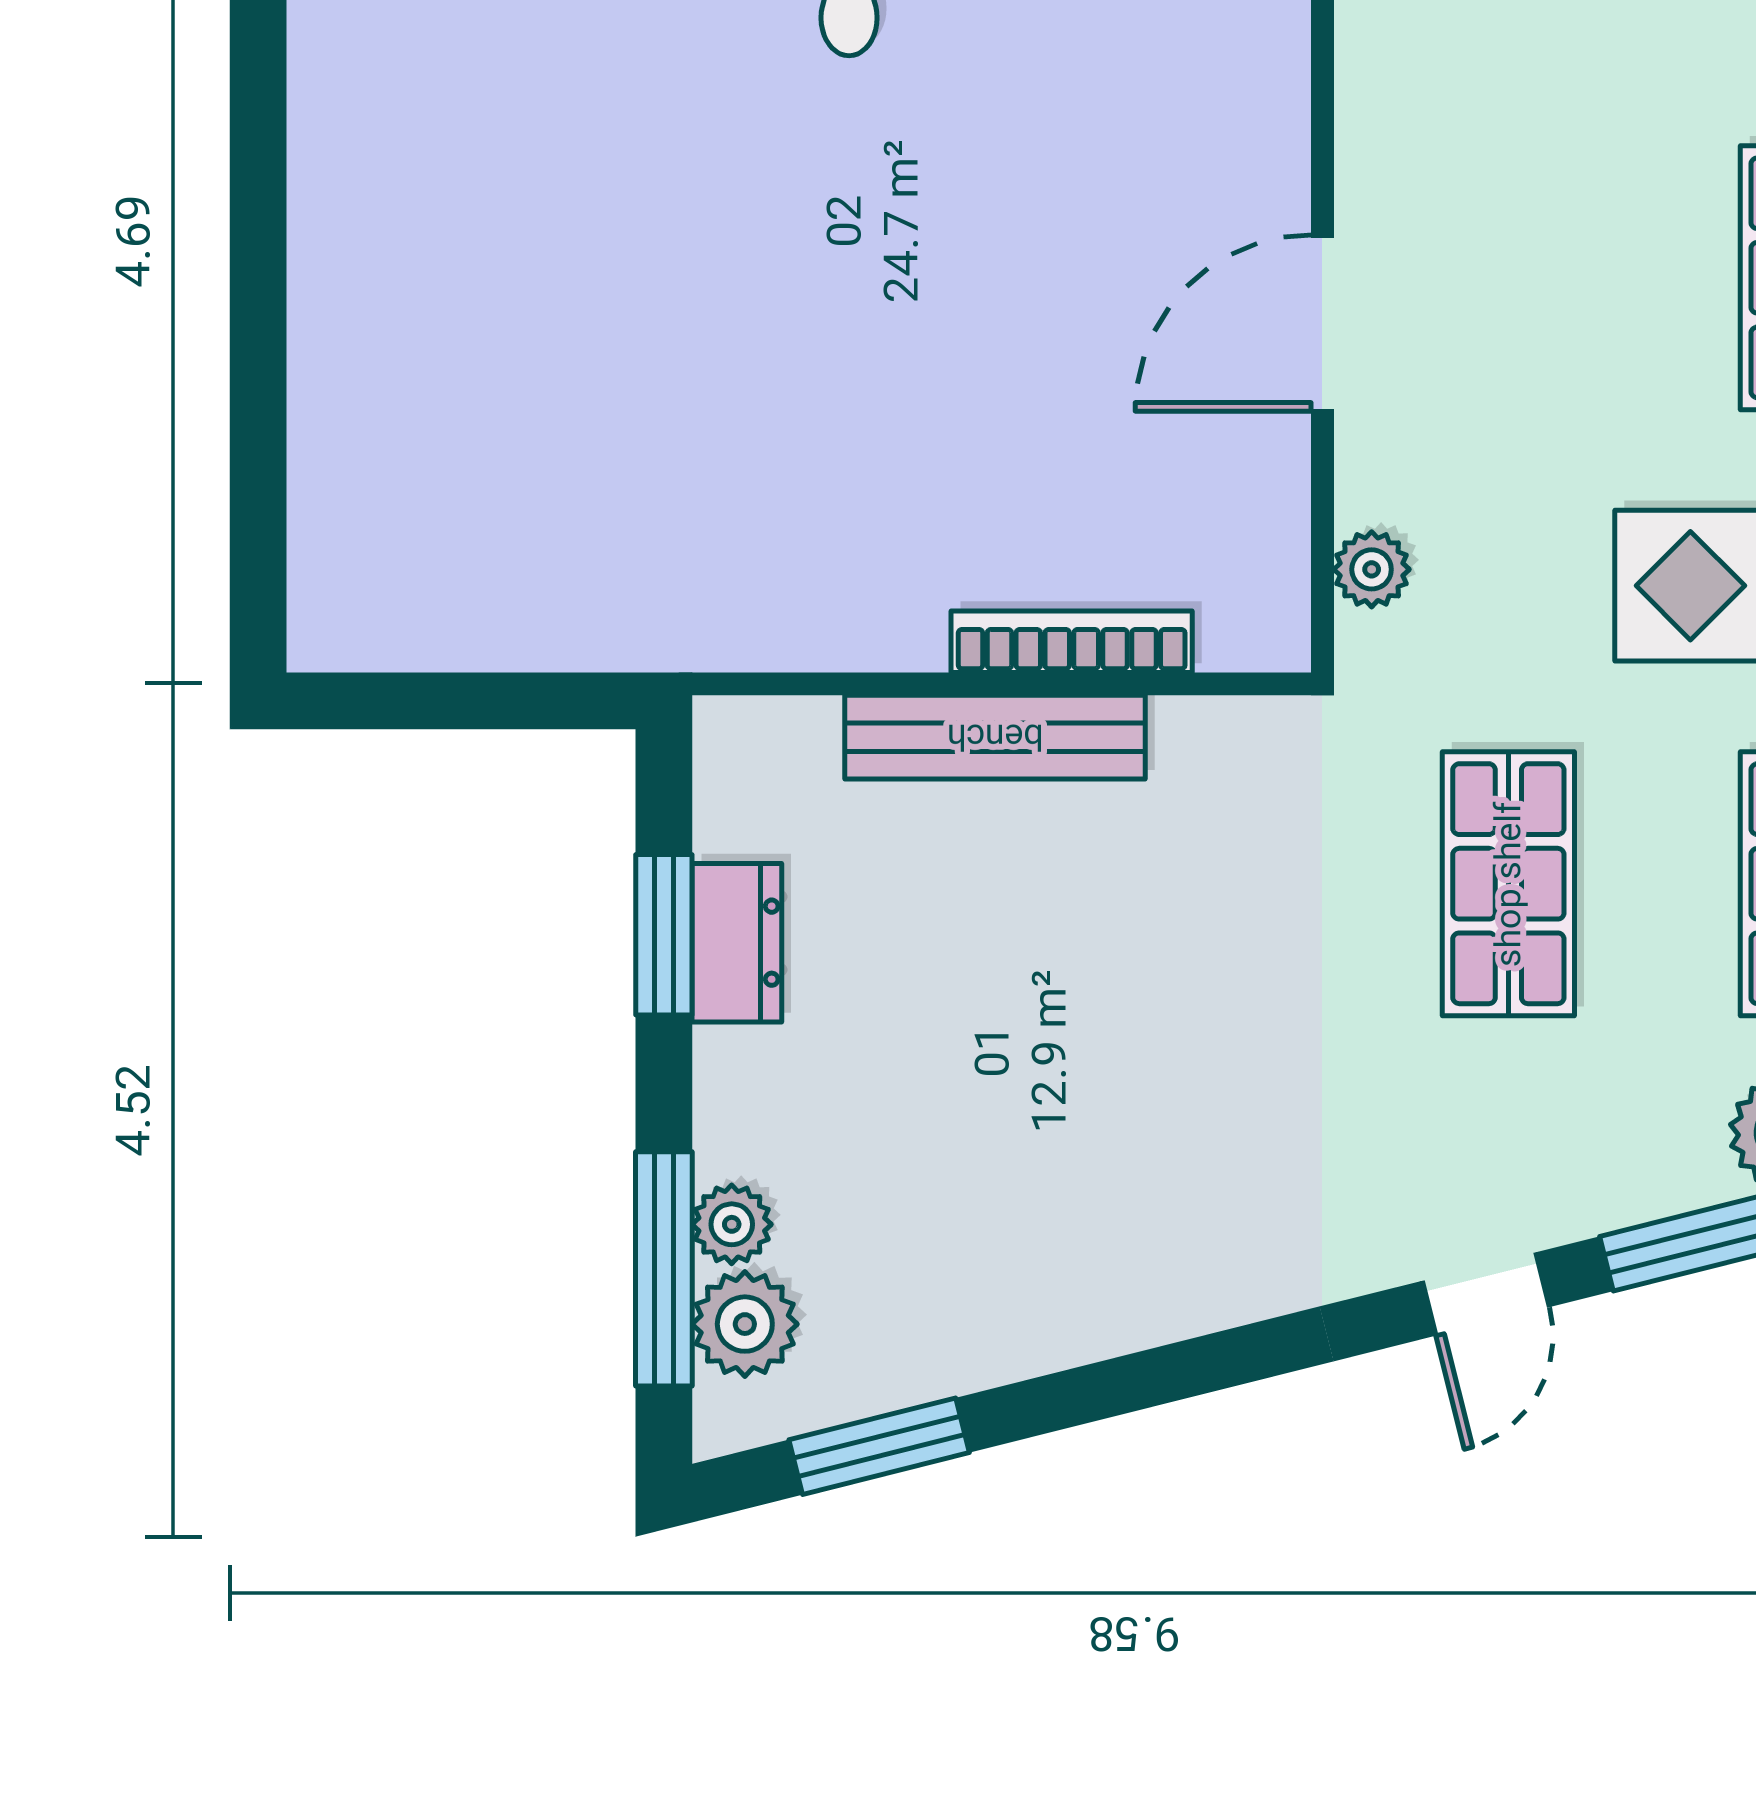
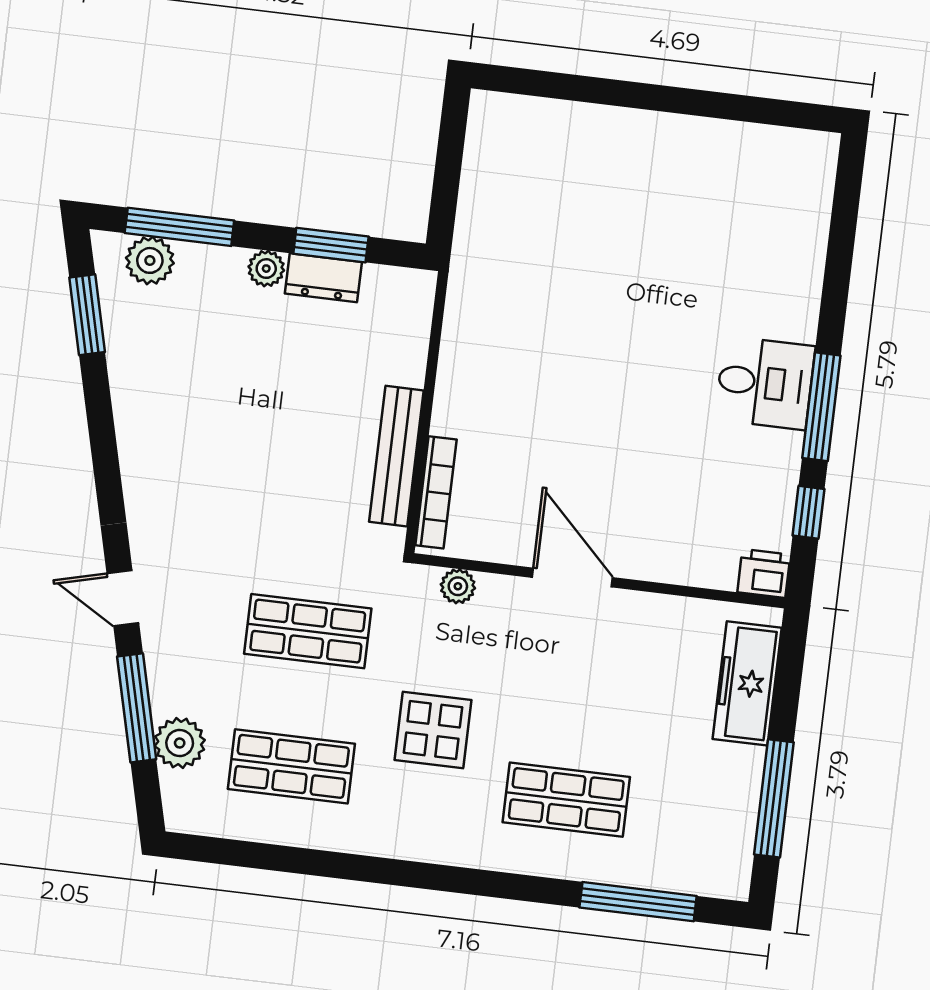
bookcase: (1072, 642) -> (436, 492), moved
bench: (995, 737) -> (396, 456), moved
plant: (732, 1224) -> (266, 269), moved

